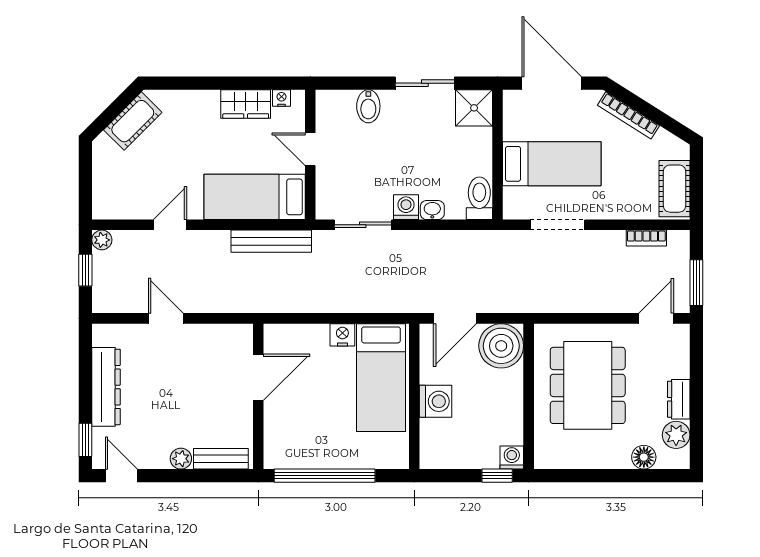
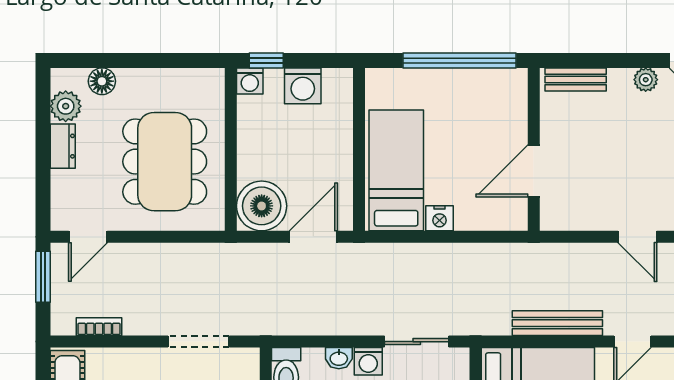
bench: (271, 241) -> (557, 323), moved
washing machine: (436, 401) -> (303, 86), moved, turned -90
plant: (181, 459) -> (646, 80), moved

